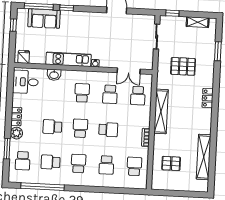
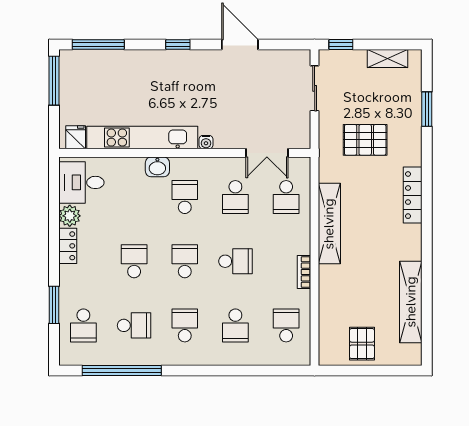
window: (67, 8) -> (178, 45), moved
sofa: (44, 19) -> (109, 66), removed
window: (13, 25) -> (54, 81), width x2.17
kitchen unit: (68, 59) -> (142, 138), width x1.36
washbasin: (54, 75) -> (157, 167), moved
locker: (208, 98) -> (413, 195), width x1.53
school desk: (52, 127) -> (134, 261), turned 90
plant: (16, 133) -> (70, 216), moved
school desk: (51, 162) -> (134, 325), turned 180
pallet: (171, 163) -> (362, 344), moved, turned 90

